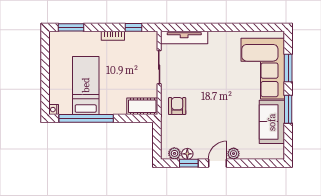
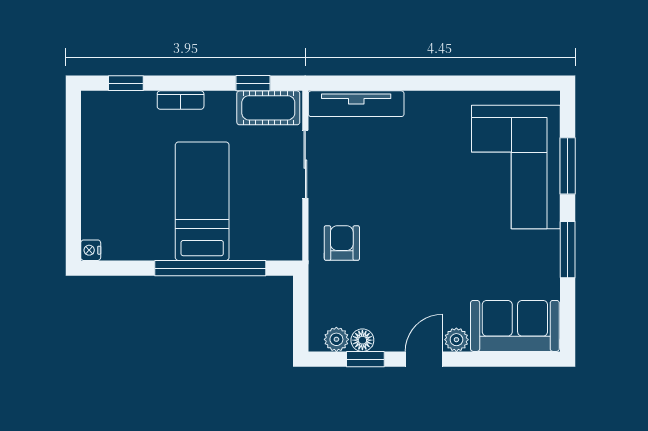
window: (71, 27) -> (126, 83), width x0.67
bookcase: (113, 36) -> (181, 100), moved
bed: (86, 85) -> (202, 201), moved
cot: (142, 106) -> (268, 108), moved
window: (86, 118) -> (210, 268), moved
sofa: (272, 122) -> (515, 326), moved, turned 90

